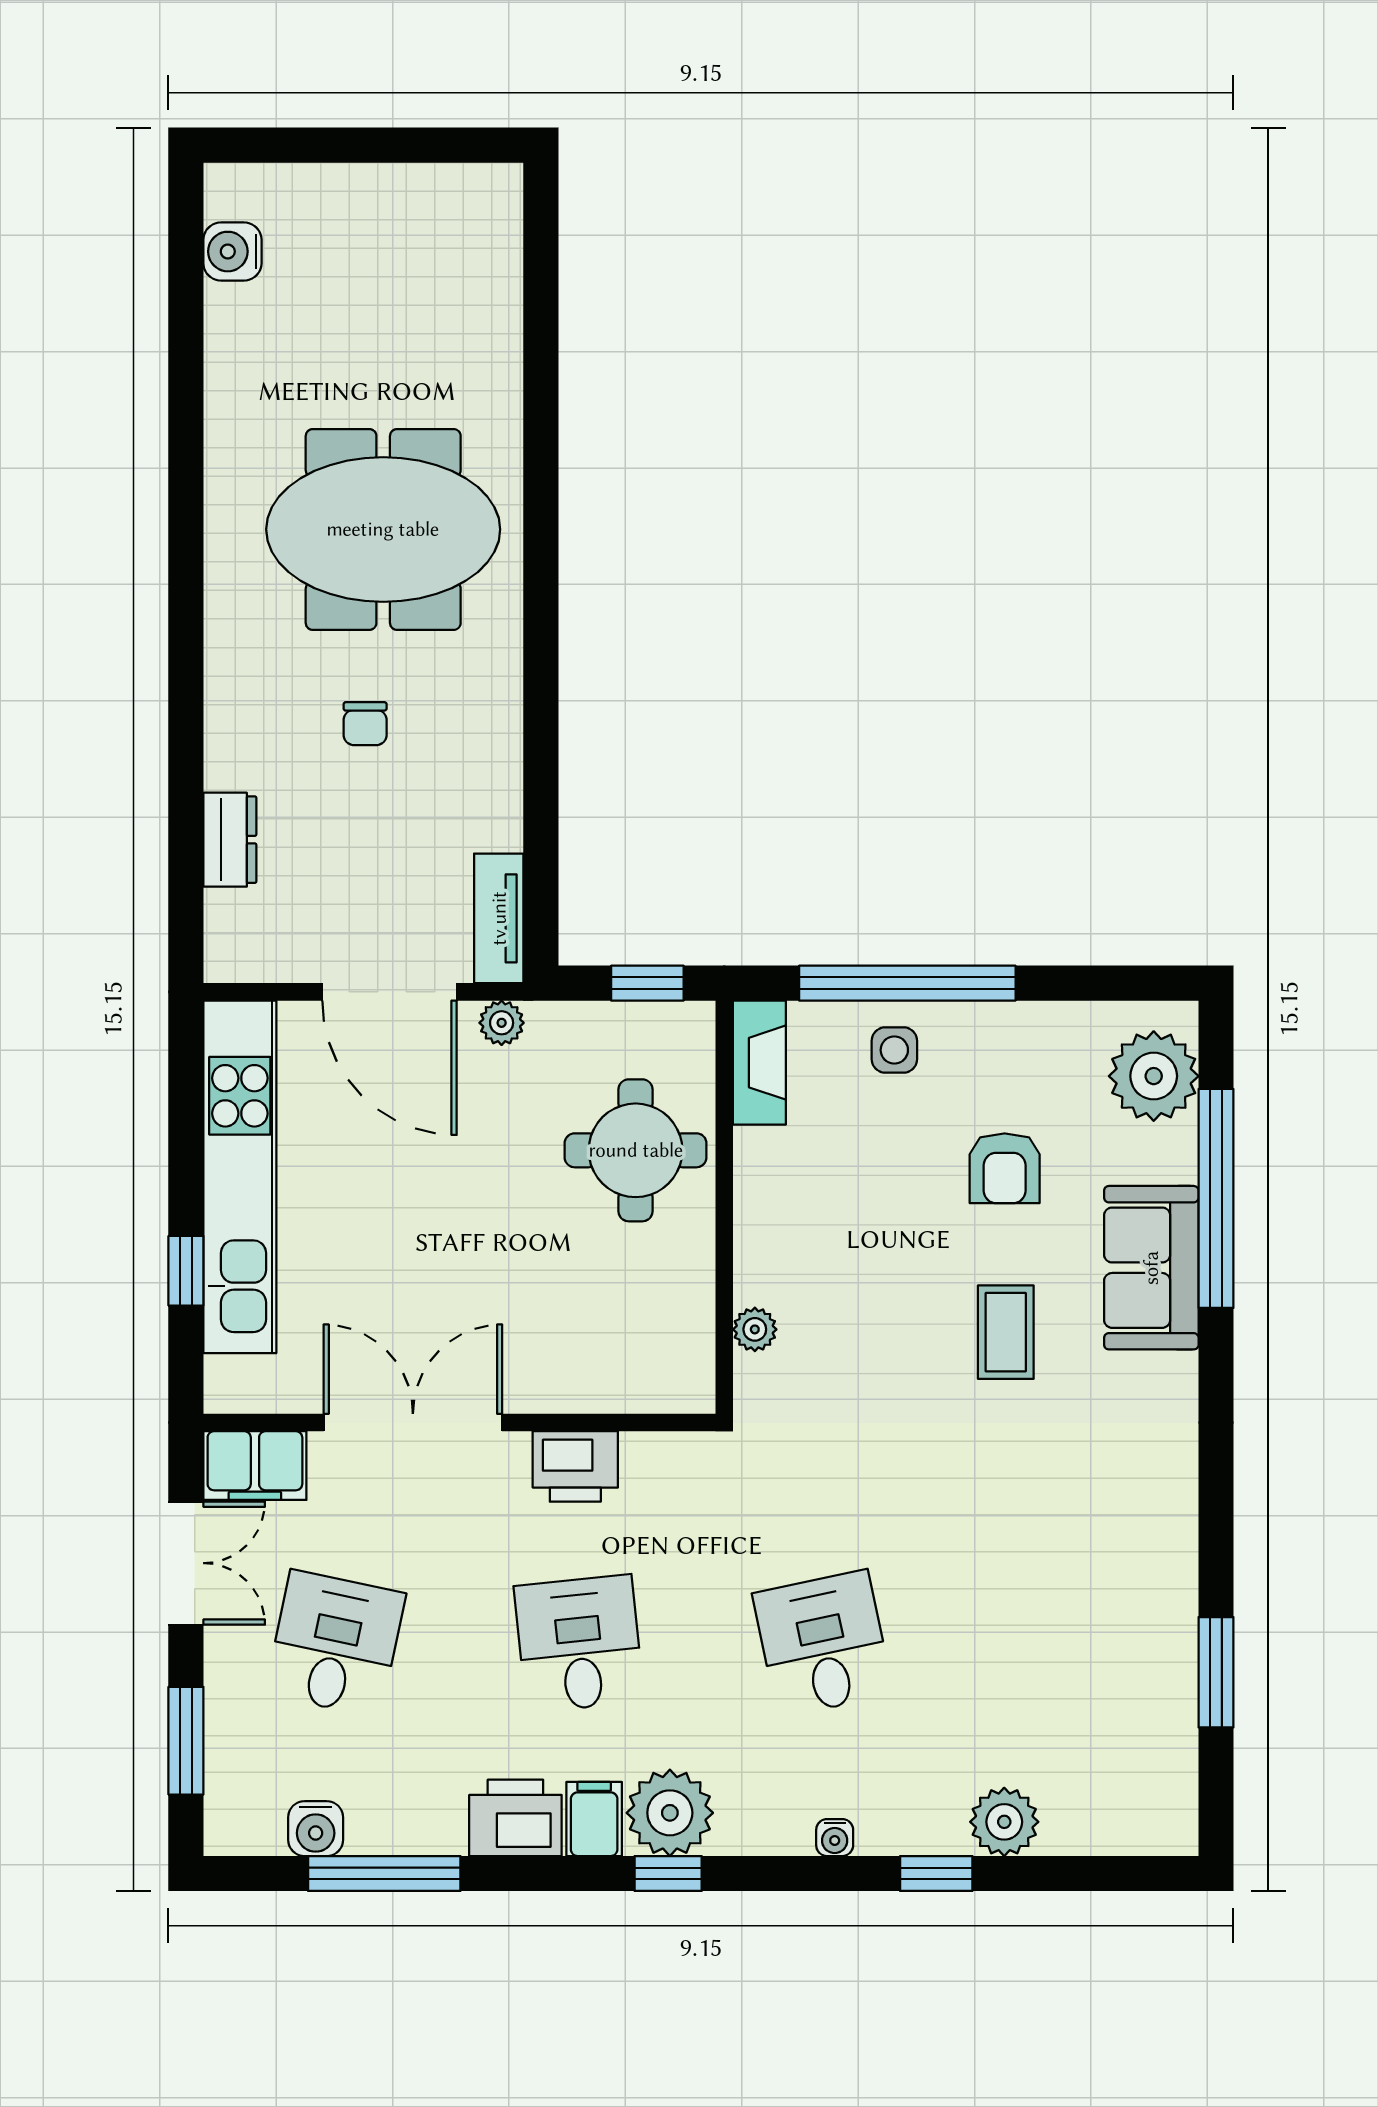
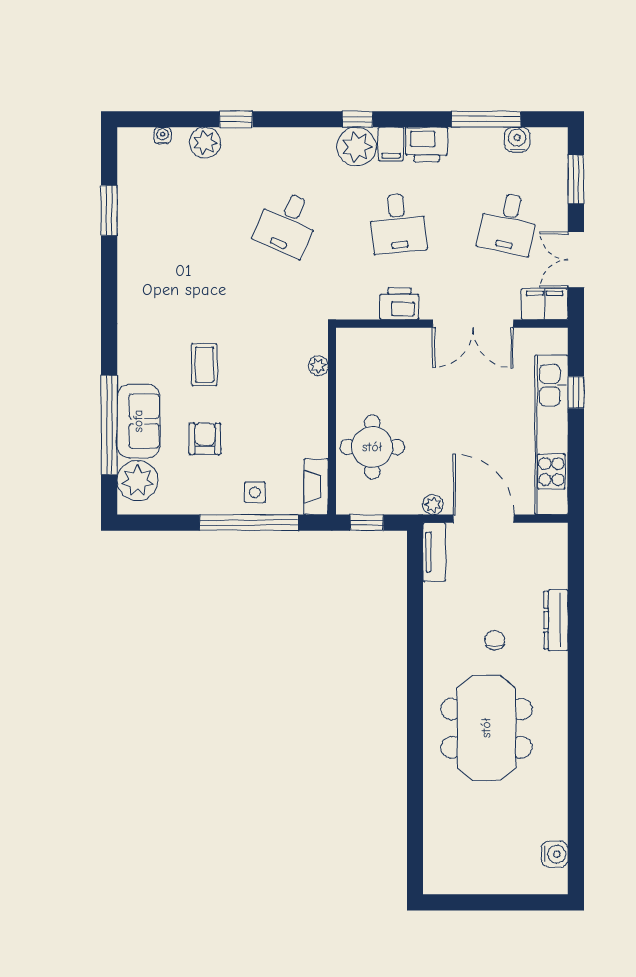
meeting table: (383, 529) -> (486, 728), turned 90
dresser: (230, 840) -> (556, 620), moved, width x1.44
sofa: (1151, 1268) -> (138, 421), moved
desk: (823, 1644) -> (287, 223), turned 36
water cooler: (835, 1838) -> (163, 136), moved

